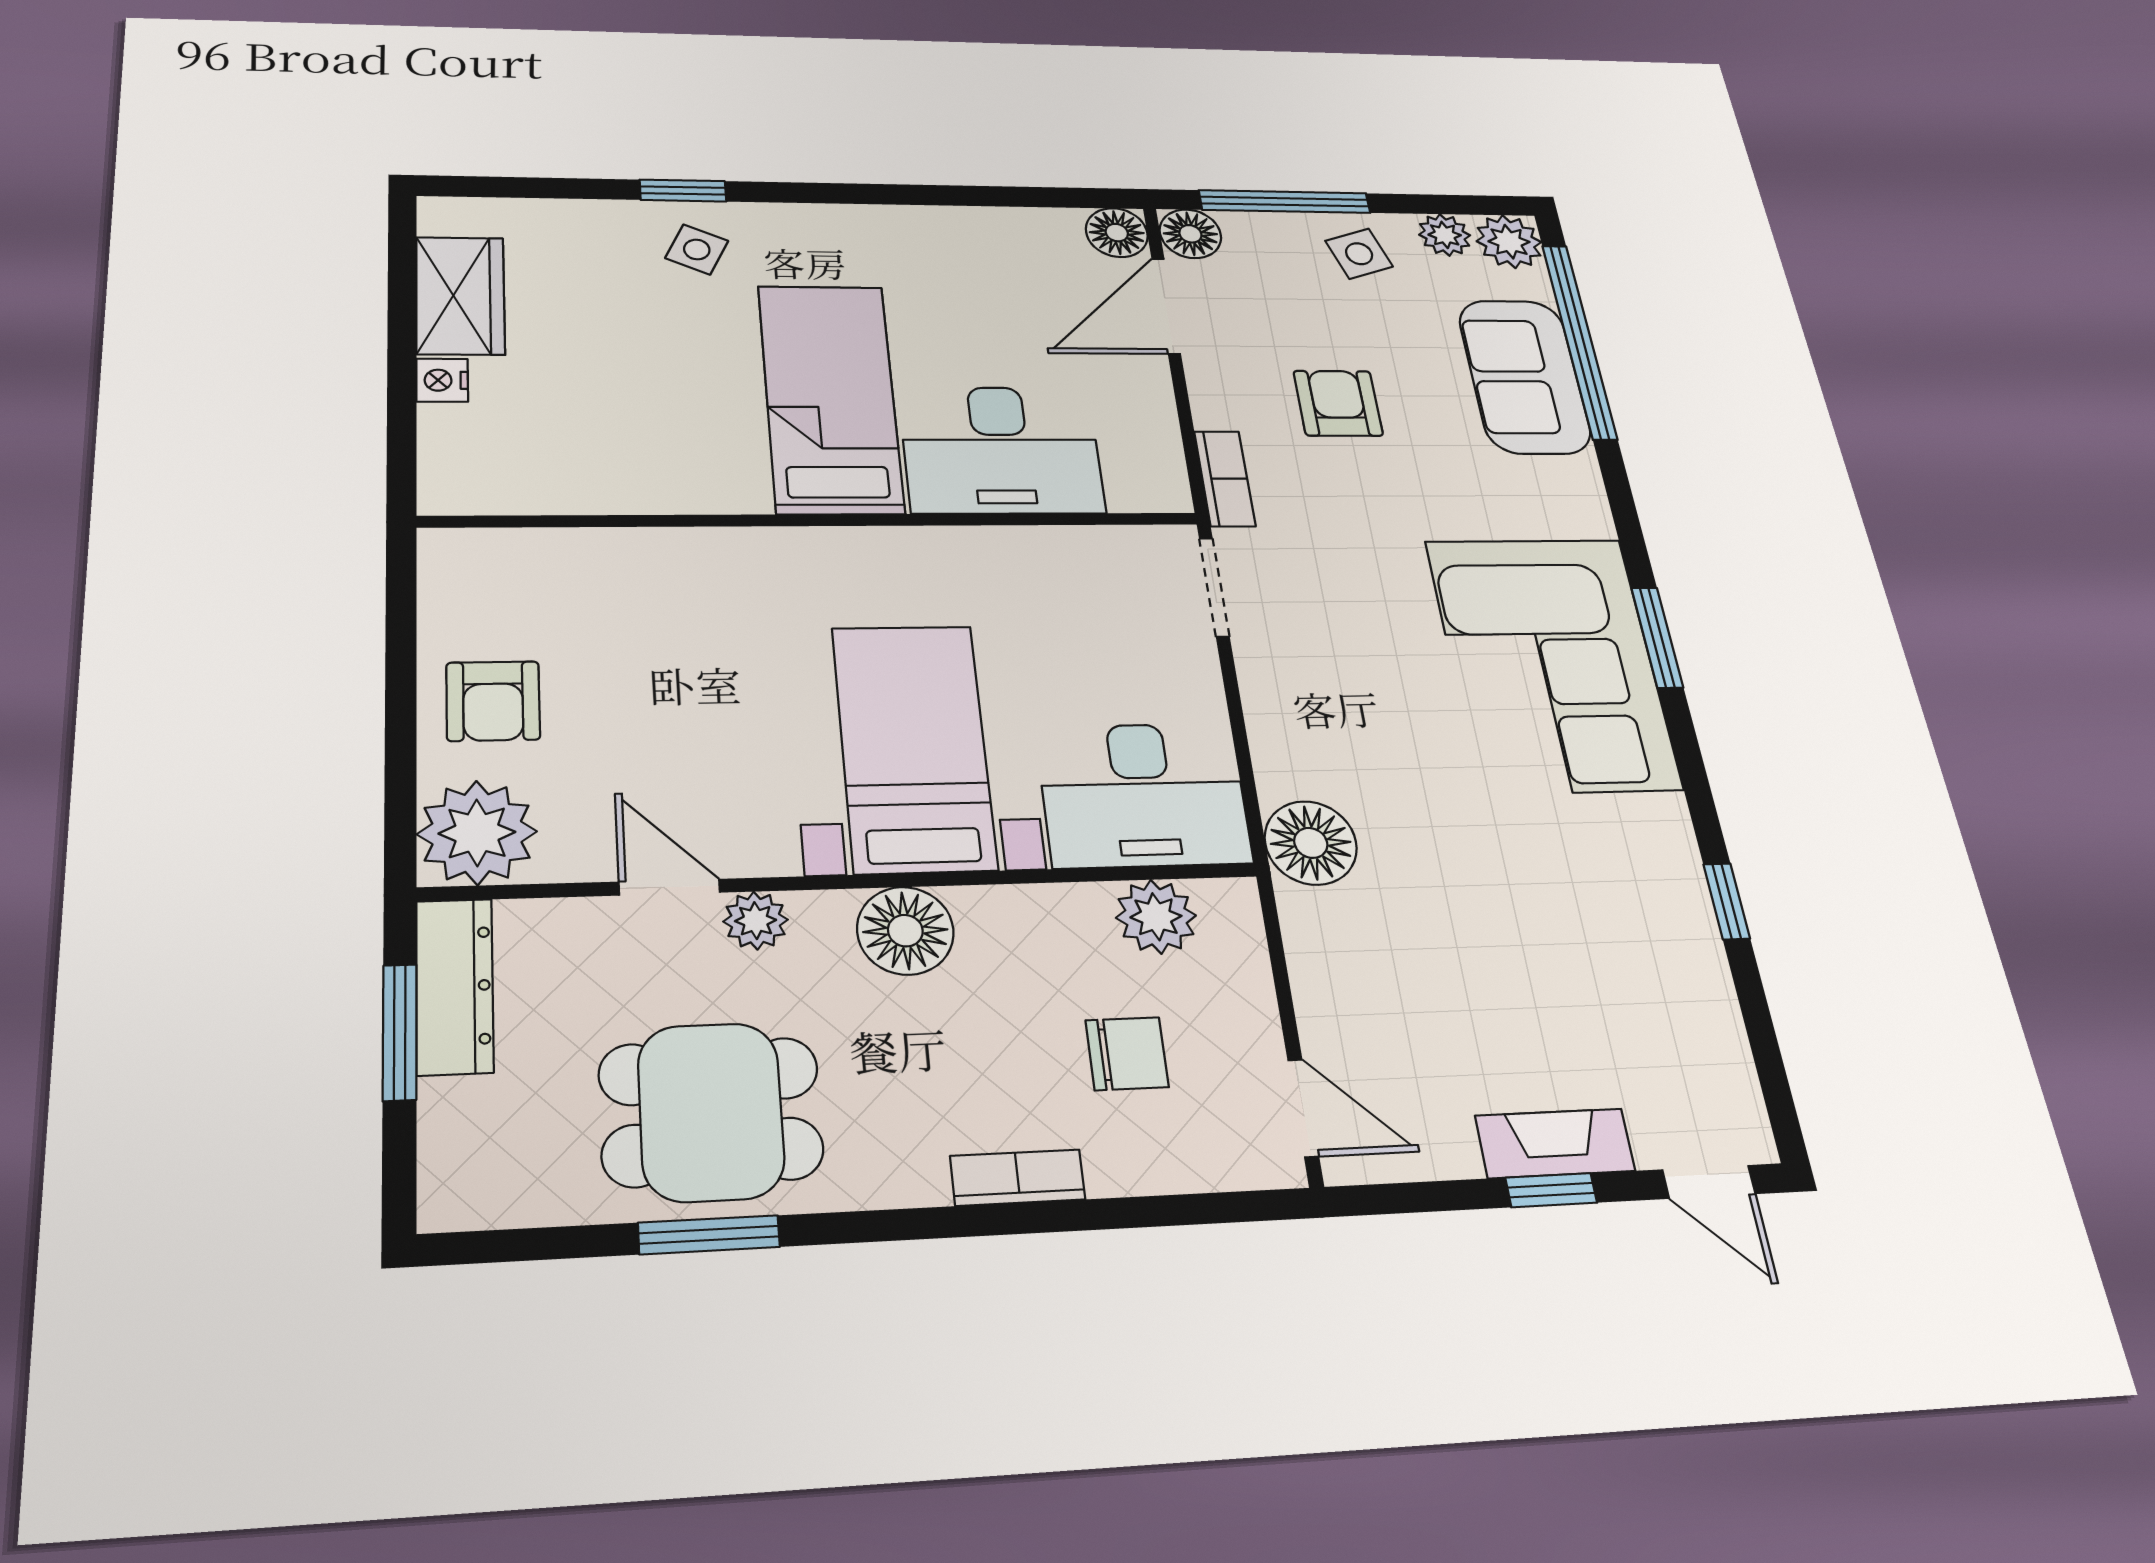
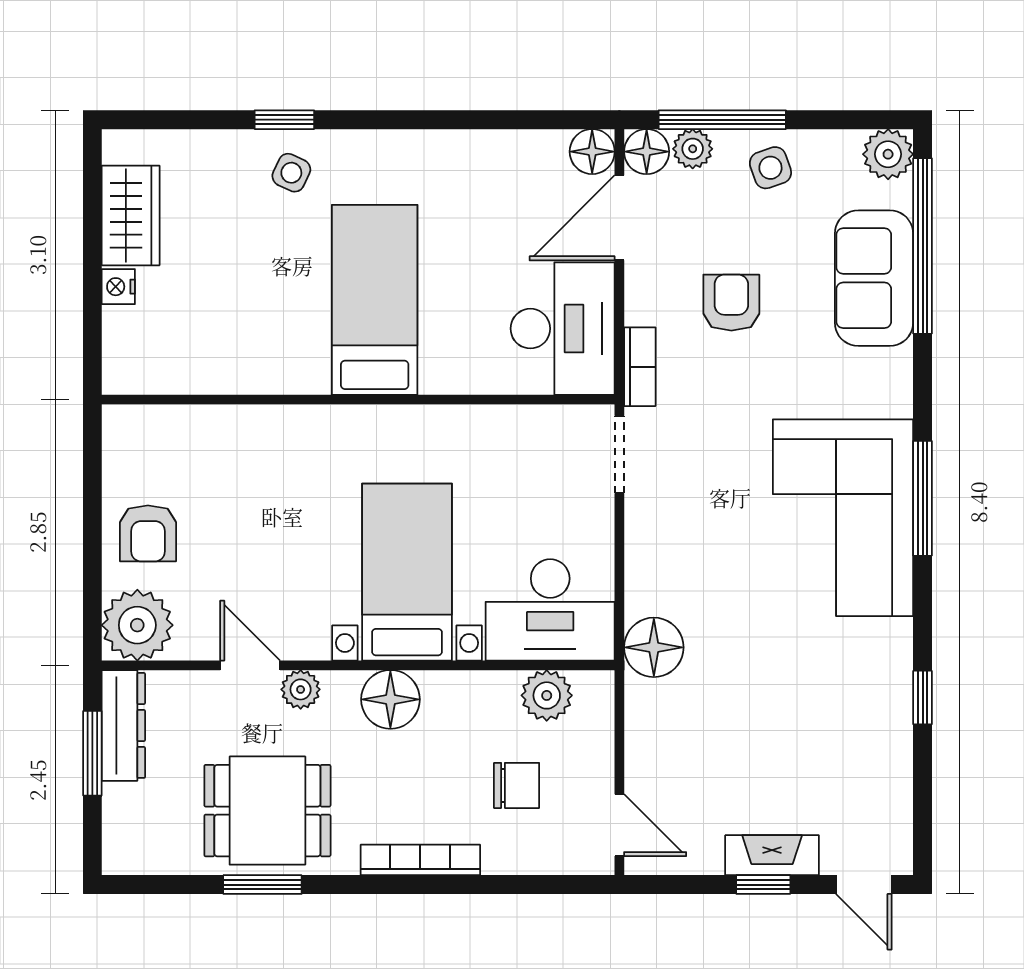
plant: (1445, 235) -> (693, 149), moved
desk: (1001, 450) -> (563, 329), moved, turned -90
window: (1657, 637) -> (923, 498), width x1.44
bookcase: (1018, 1178) -> (420, 860), width x1.56

